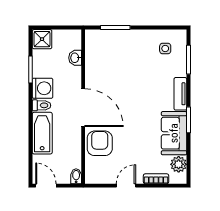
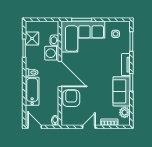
shower: (42, 39) -> (32, 38), moved
corner sofa: (117, 52) -> (83, 37), added
washing machine: (43, 88) -> (52, 53), moved, turned 180

